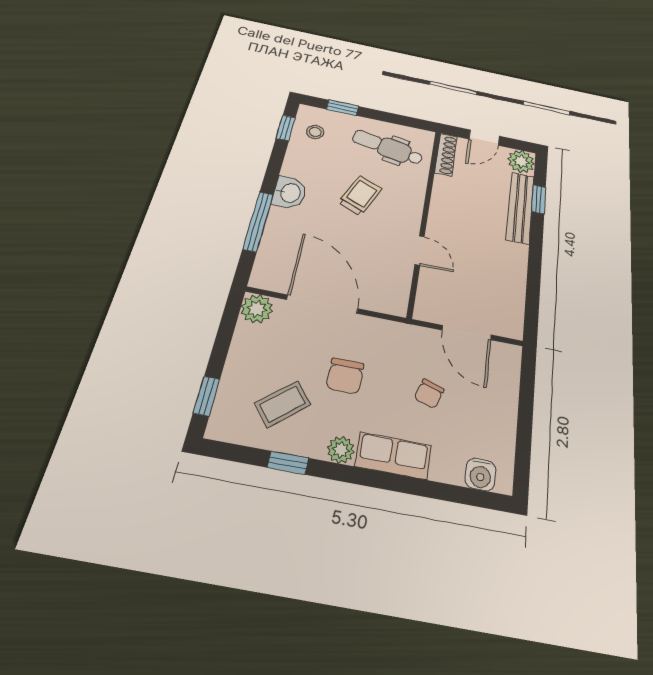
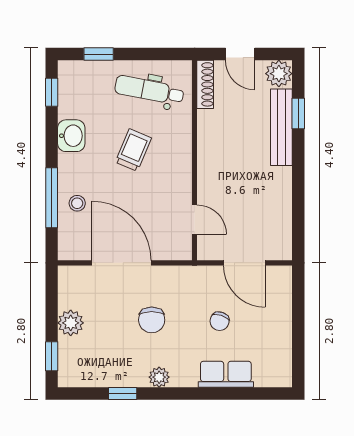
stool: (315, 132) -> (77, 203), moved
door: (484, 138) -> (240, 54), hinge flipped
washbasin: (290, 193) -> (71, 136), moved
door: (420, 250) -> (195, 220), moved
plant: (257, 309) -> (71, 323), moved
coffee table: (283, 404) -> (109, 351), removed
row of seats: (393, 456) -> (226, 374), moved
water cooler: (480, 475) -> (267, 376), removed

